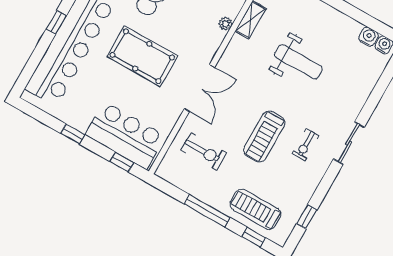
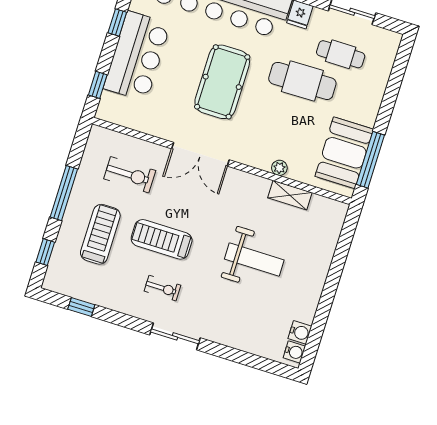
weight bench: (298, 62) -> (254, 259), turned -90
bar counter: (125, 135) -> (137, 56), moved
exercise bike: (306, 145) -> (163, 288), turned 180
exercise bike: (204, 152) -> (130, 175), turned -90
treadmill: (255, 209) -> (100, 234), moved

